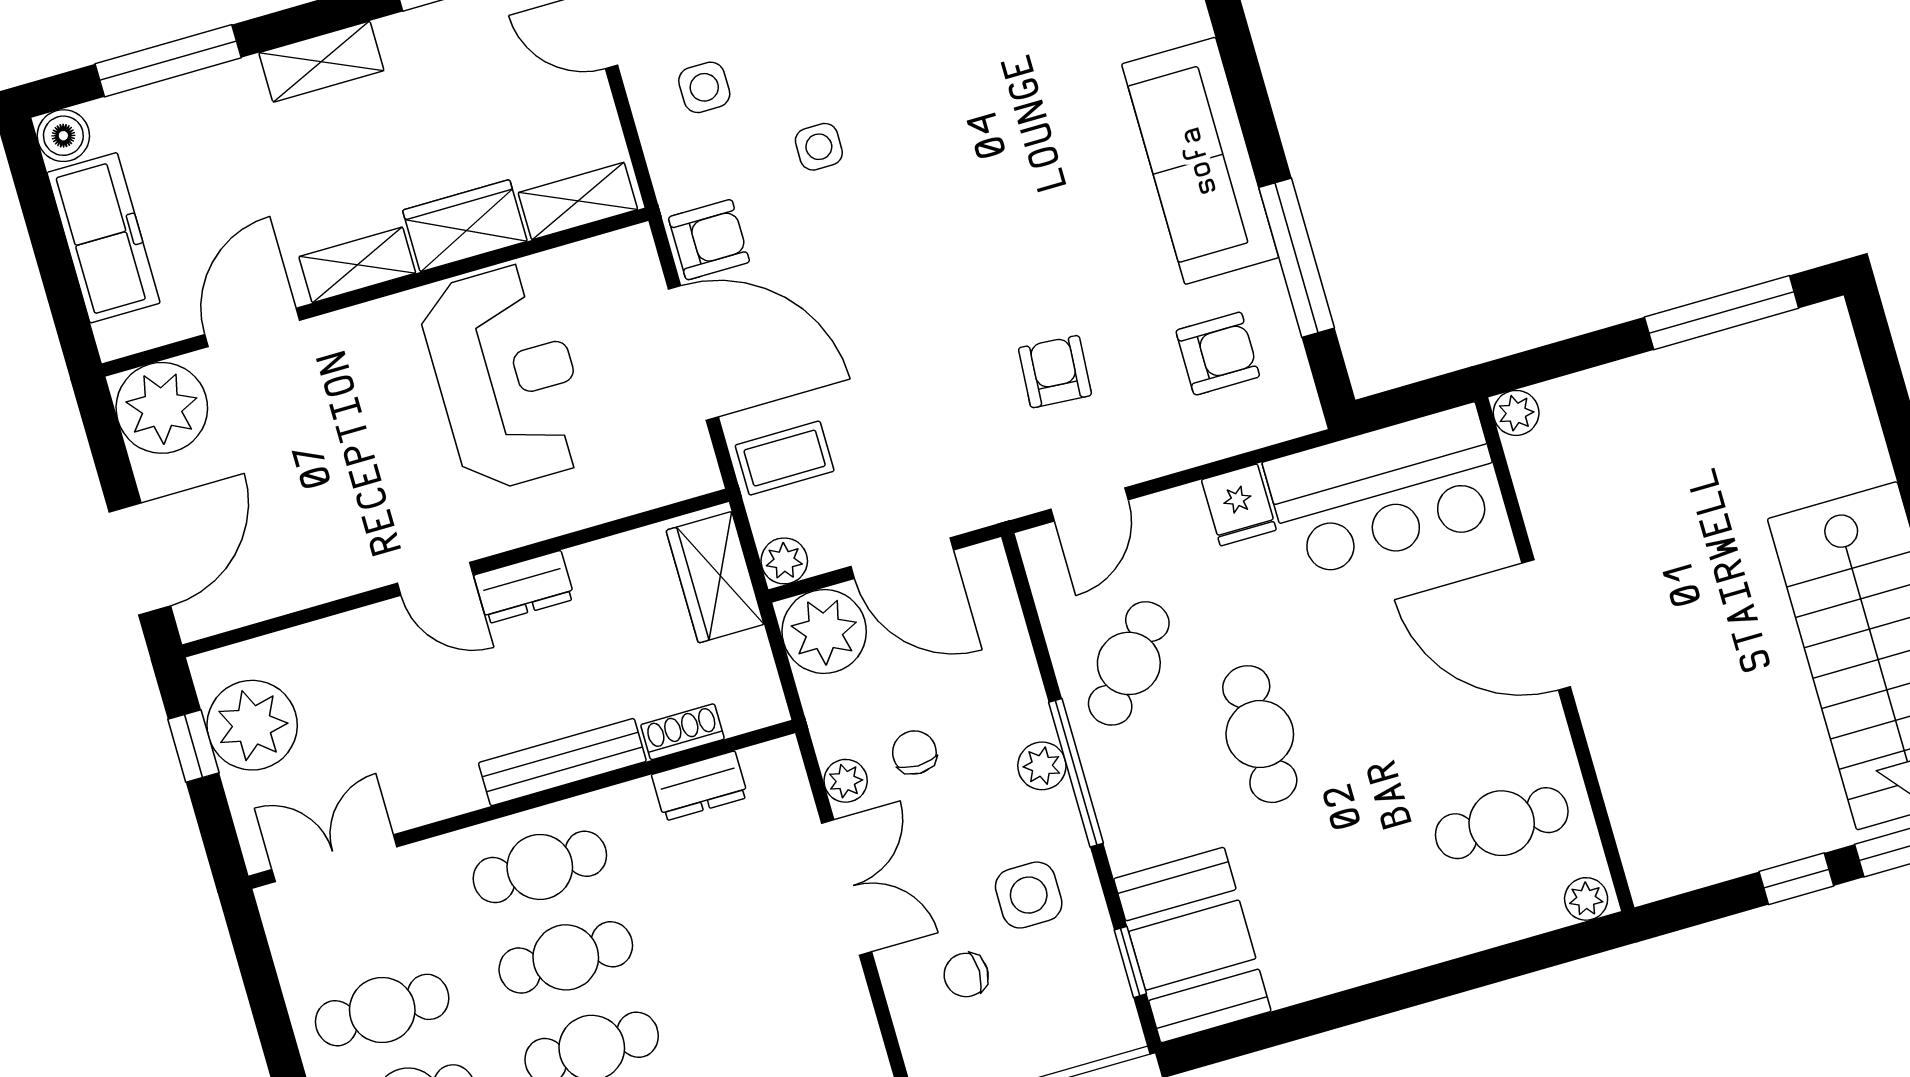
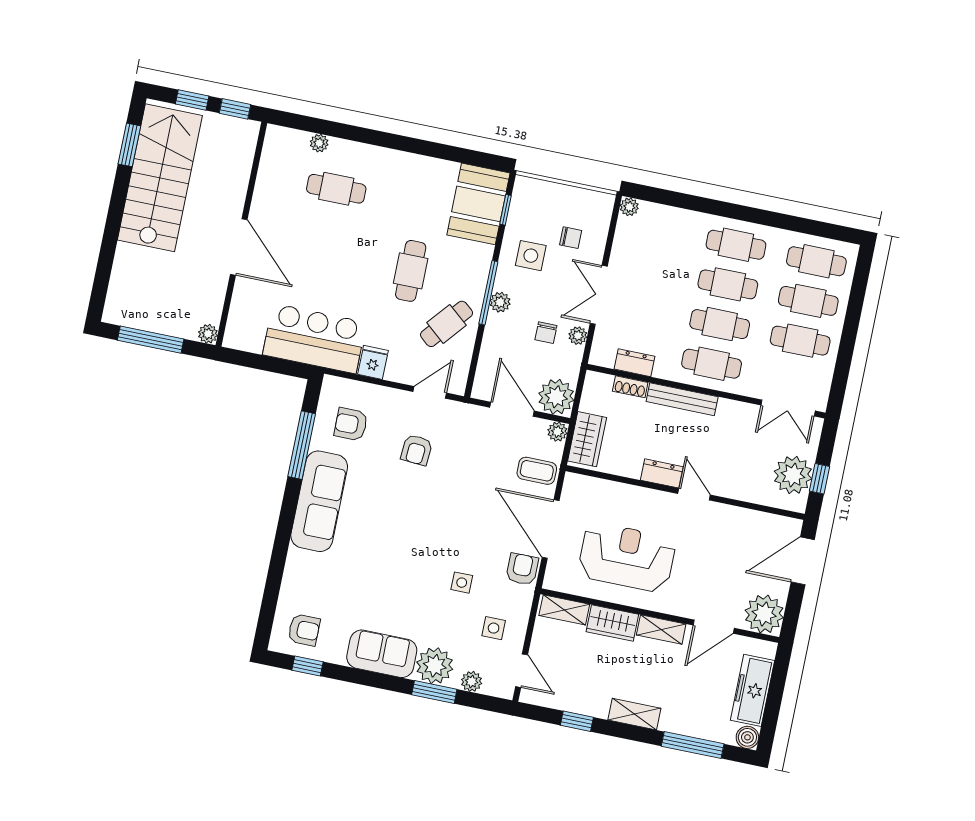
armchair: (709, 240) -> (522, 569), turned 90
reception desk: (506, 377) -> (627, 557), turned 90
plant: (1516, 413) -> (208, 334), moved
door: (1546, 625) -> (239, 247), moved
wall: (1555, 654) -> (241, 234), moved

